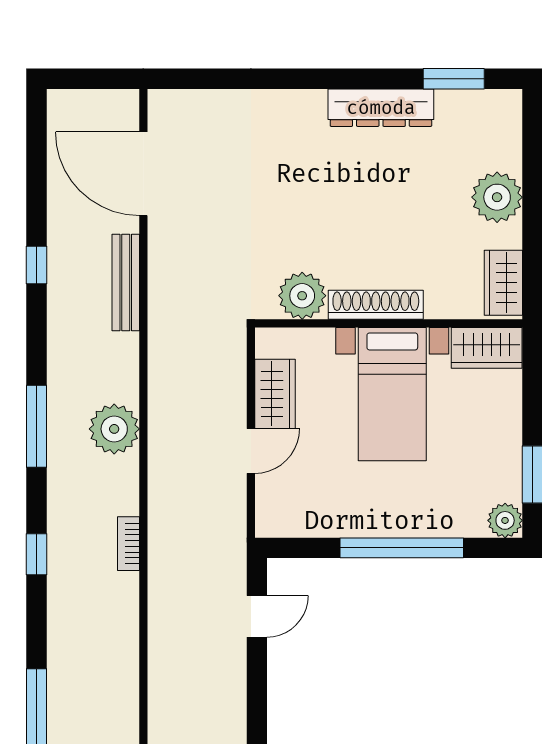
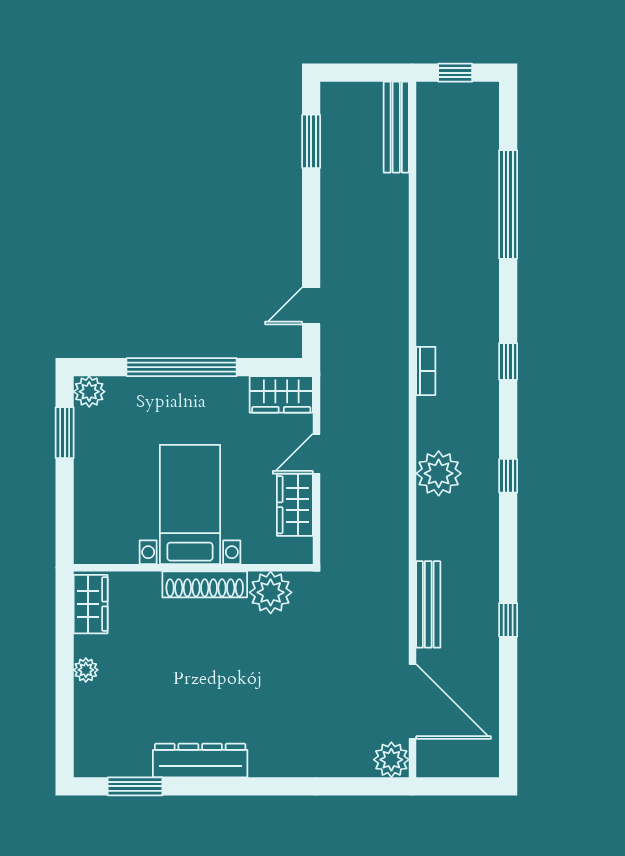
plant: (167, 109) -> (391, 760), added
plant: (497, 197) -> (86, 670), width x0.53, depth x0.53
wardrobe: (487, 348) -> (281, 394), moved, turned 180
window: (36, 426) -> (508, 476), width x0.46

